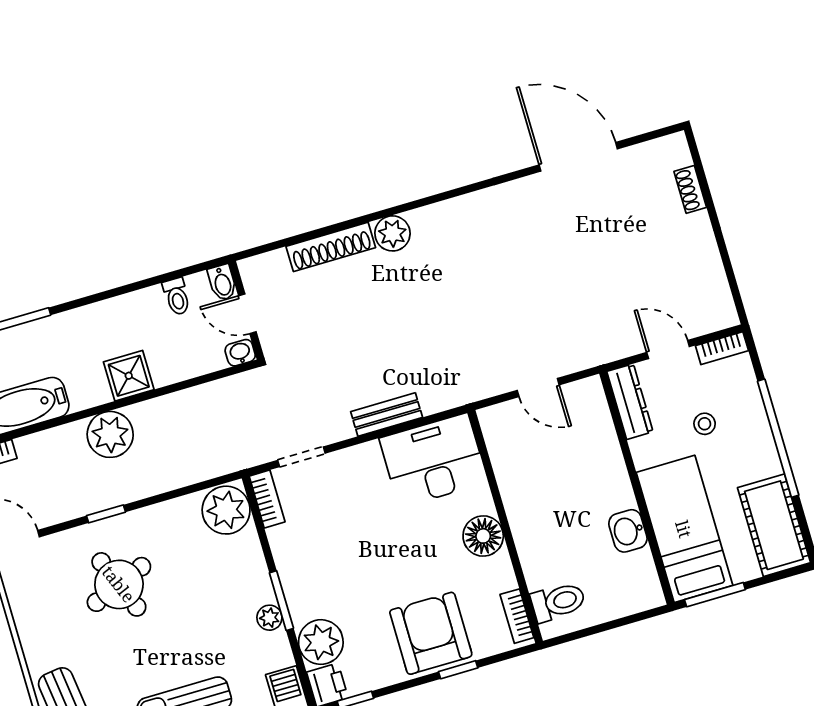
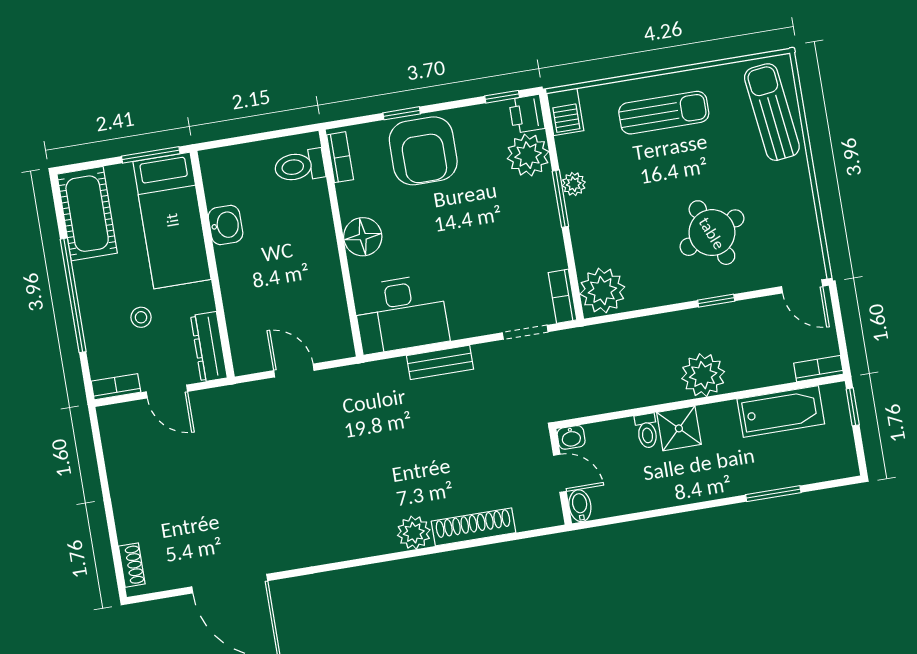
shoe rack: (690, 189) -> (132, 565), moved
toilet: (177, 296) -> (647, 431), moved, turned 180

